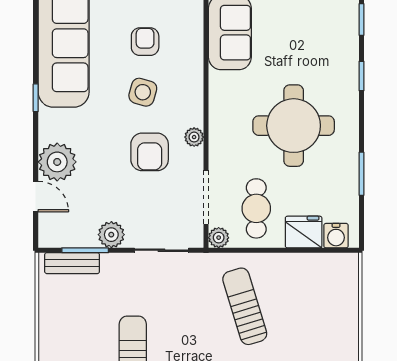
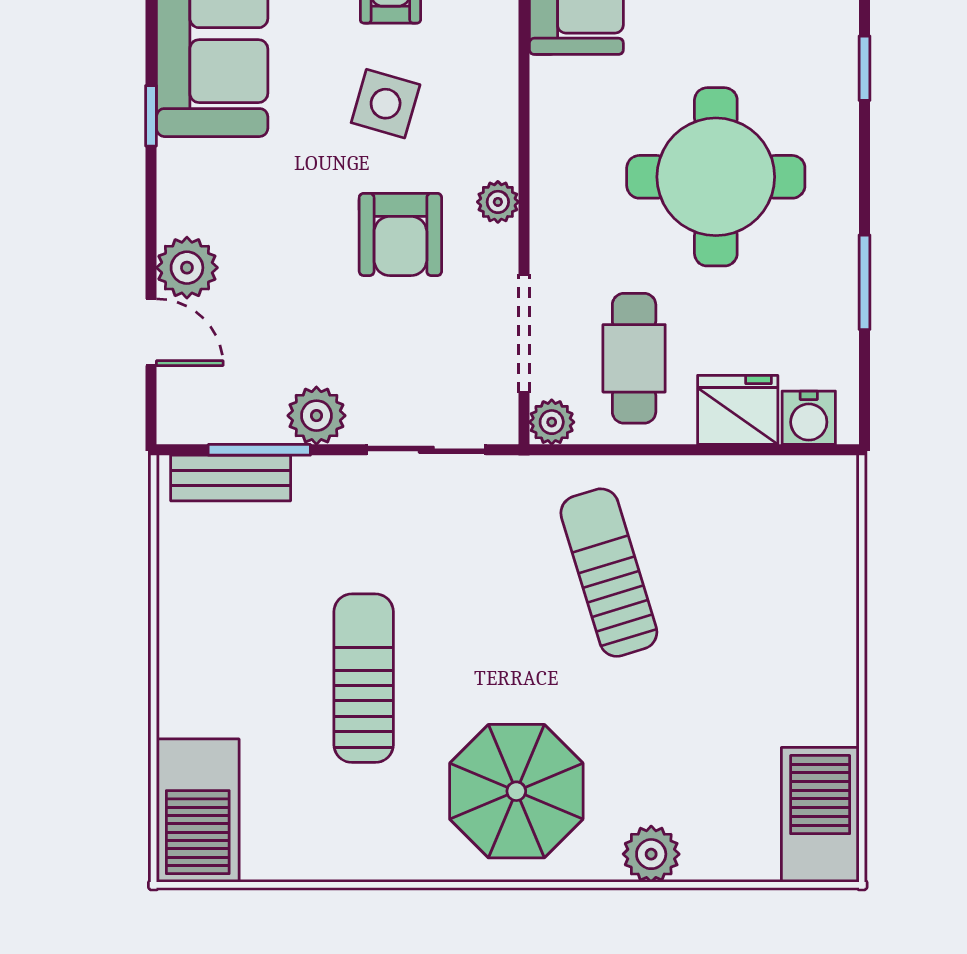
plant: (57, 162) -> (187, 268), width x0.73, depth x0.73

